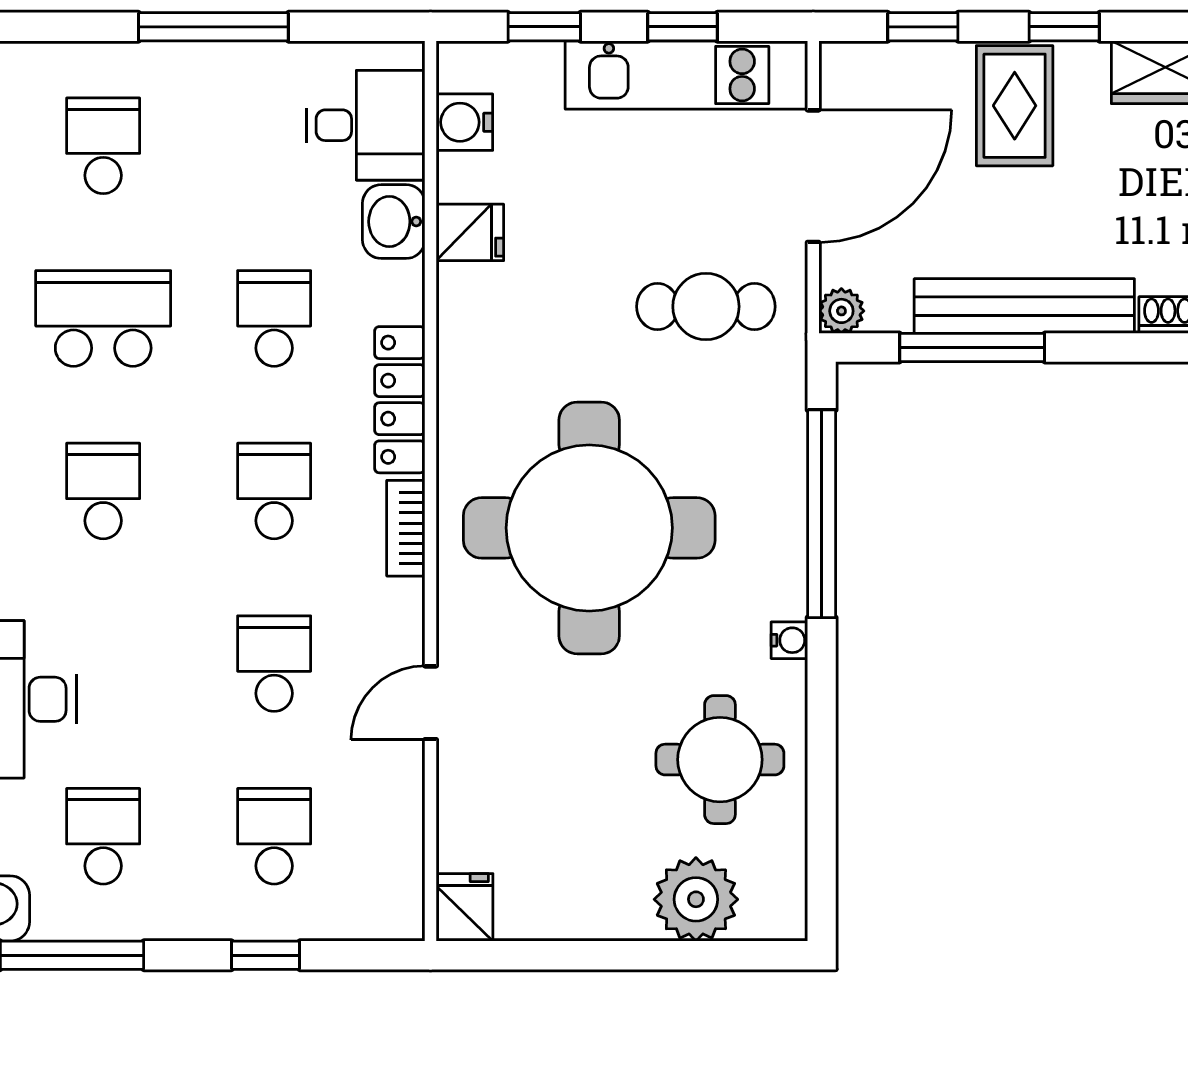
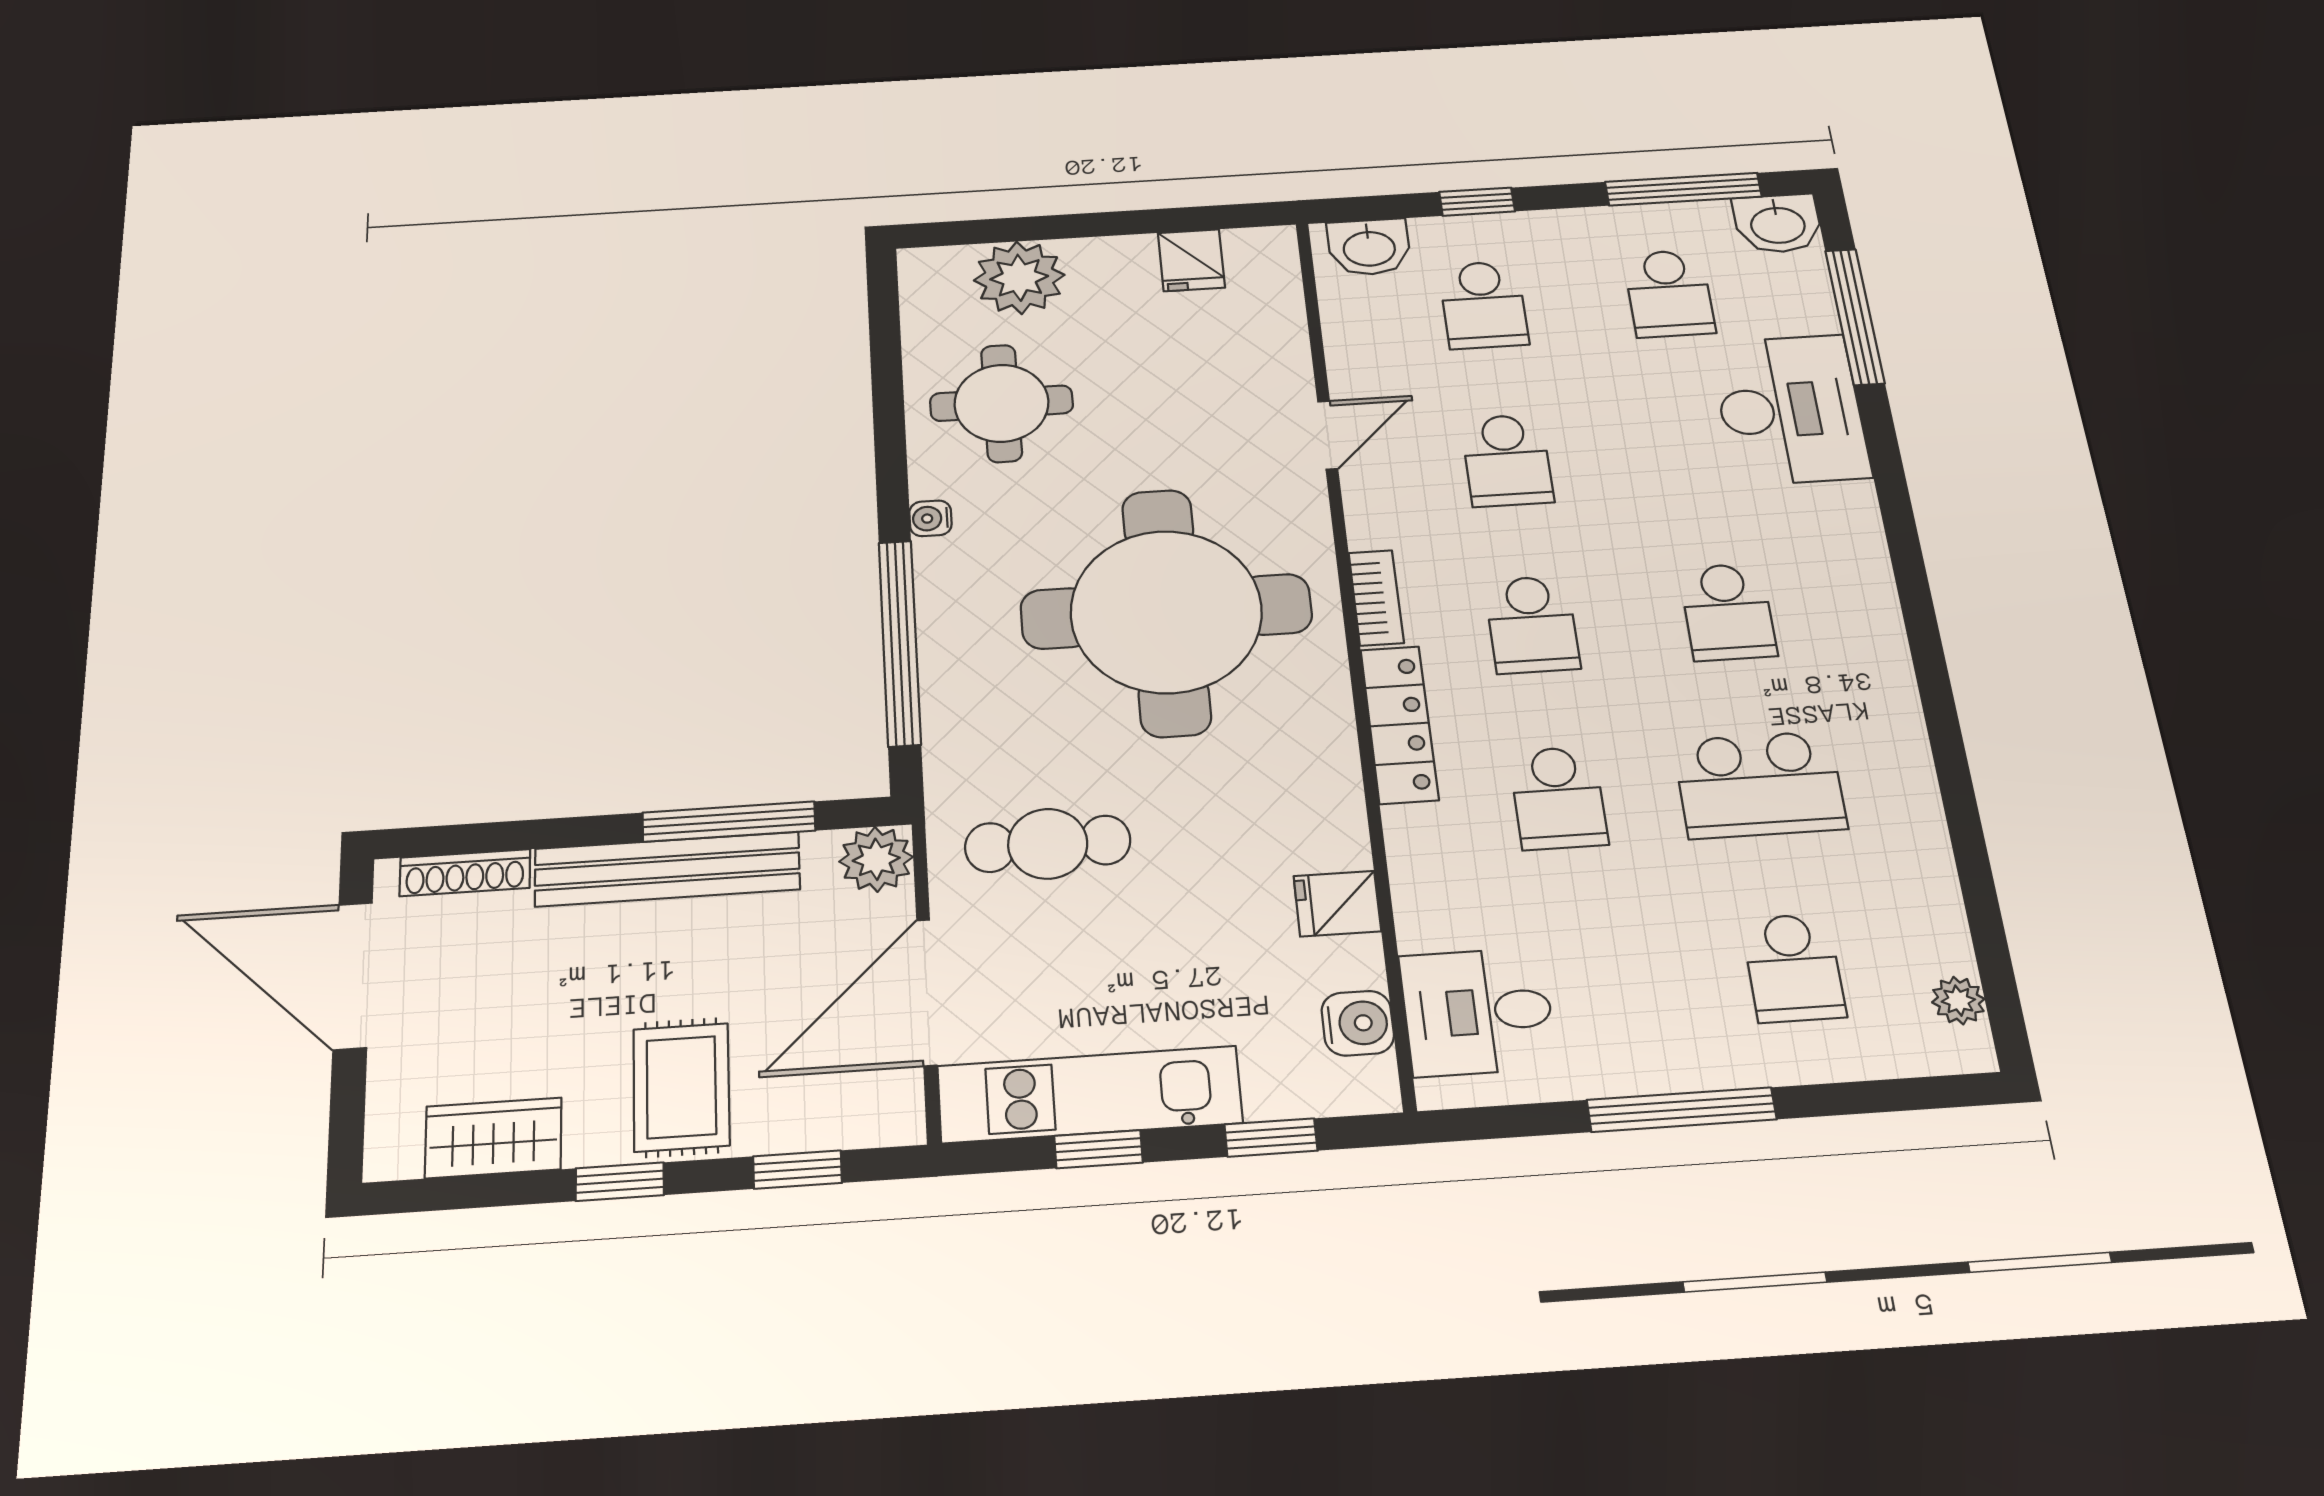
washbasin: (394, 222) -> (1369, 247), moved, turned 90
plant: (841, 311) -> (876, 859), width x1.38, depth x1.38
fridge: (465, 907) -> (1191, 260), moved

